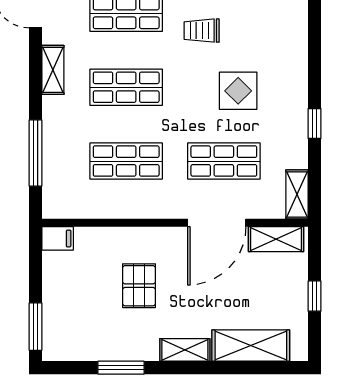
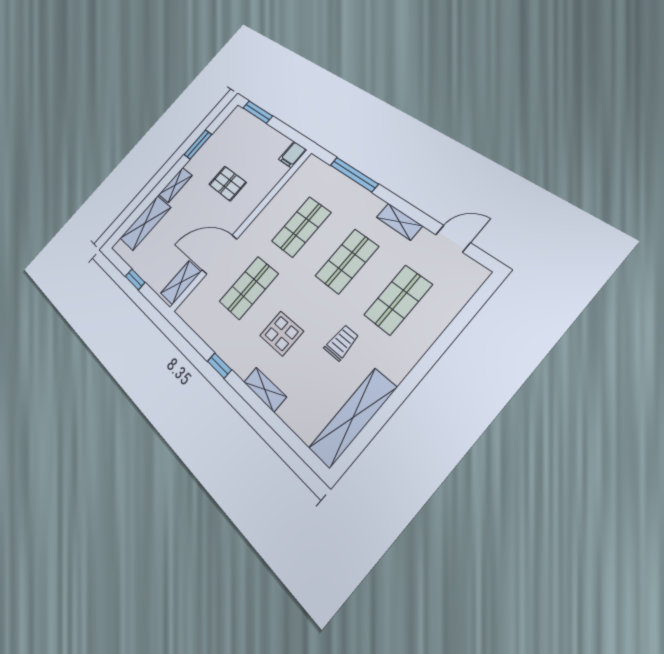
shelving: (297, 194) -> (265, 389), moved
door: (217, 223) -> (220, 255), hinge flipped

